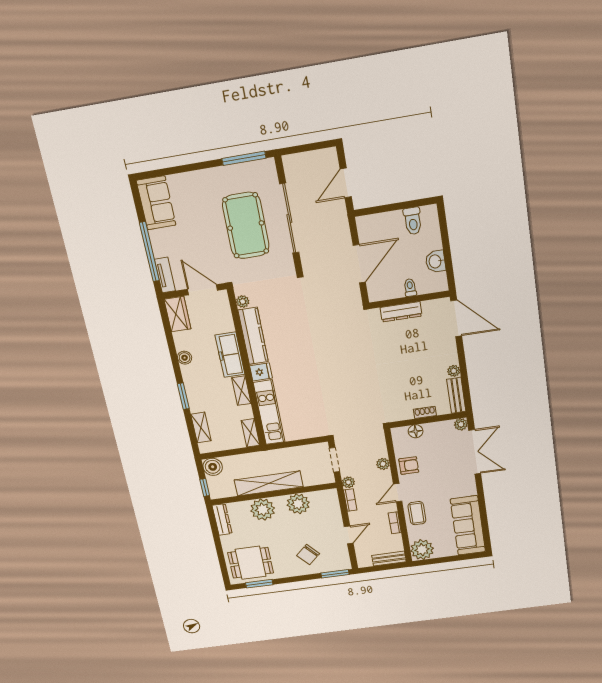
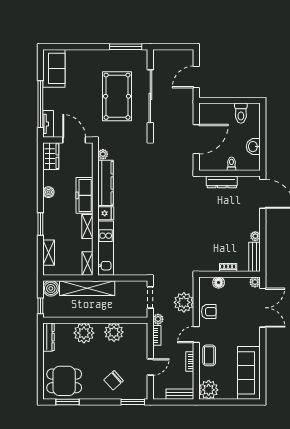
plant: (383, 464) -> (184, 302), width x1.87, depth x1.87
shelving: (269, 483) -> (87, 288), moved

